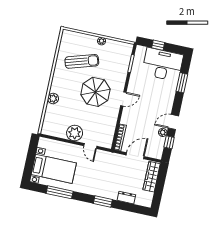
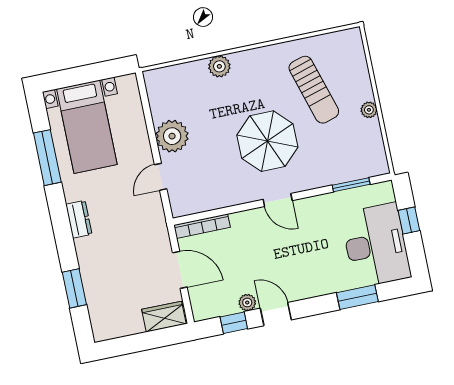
wardrobe: (152, 177) -> (164, 317), width x0.67
dresser: (126, 198) -> (79, 219), moved
window: (103, 202) -> (74, 288), moved

